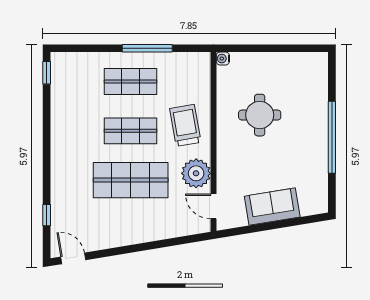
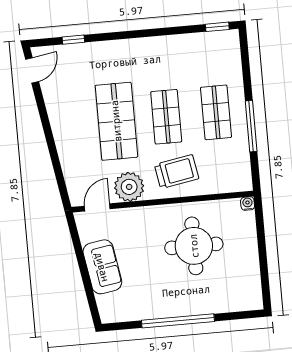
round table: (260, 115) -> (194, 246), width x1.36, depth x1.36

